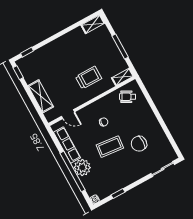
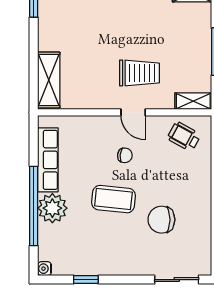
shelving: (41, 96) -> (49, 80), moved
door: (68, 114) -> (133, 112), moved

